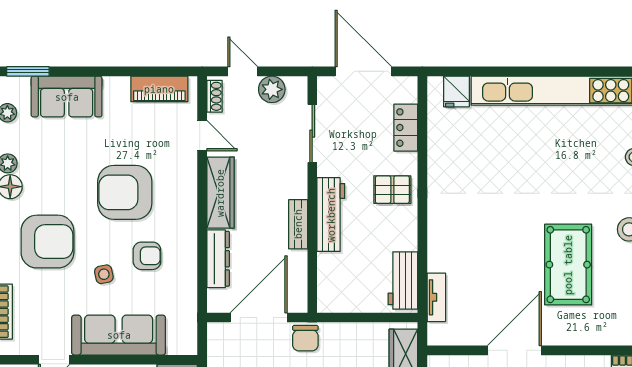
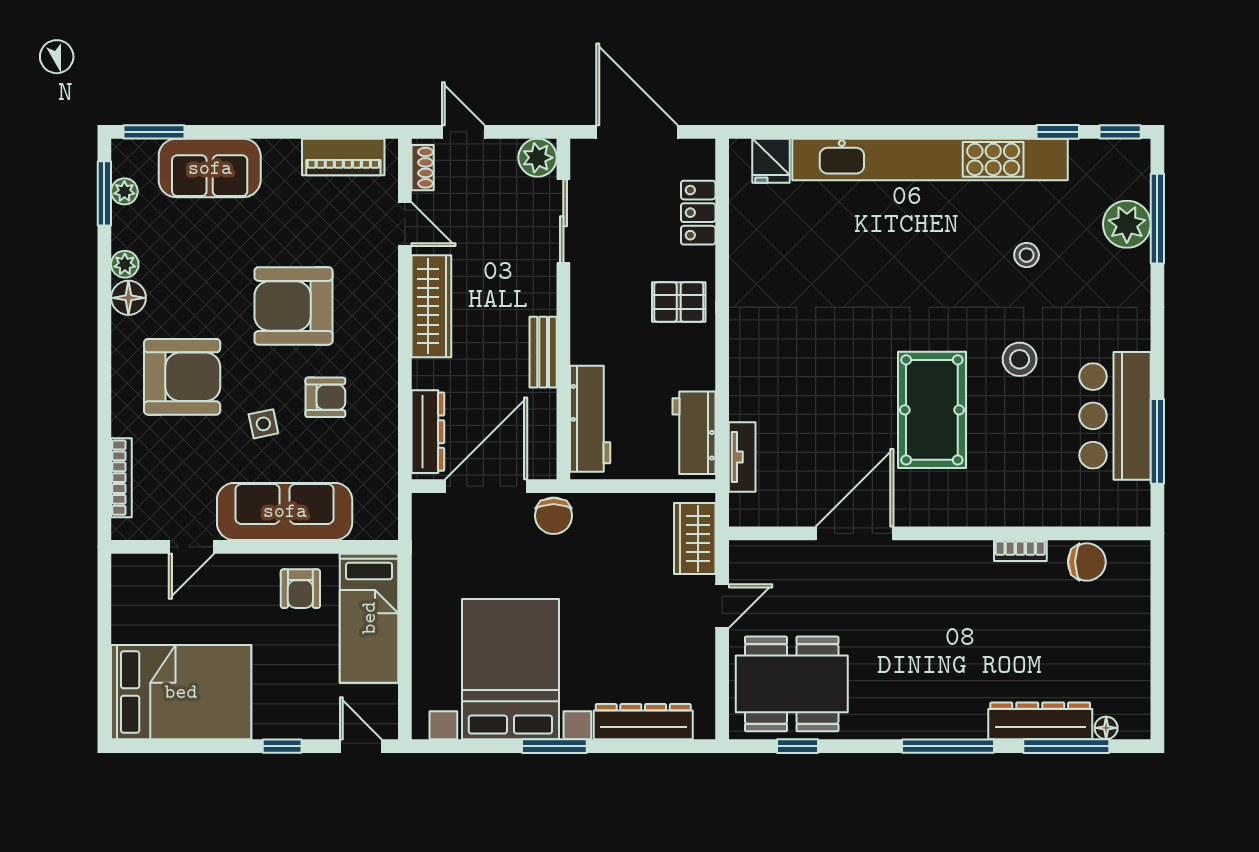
plant: (272, 89) -> (538, 158), moved
workbench: (331, 215) -> (590, 419), moved
dresser: (218, 259) -> (428, 432), moved

